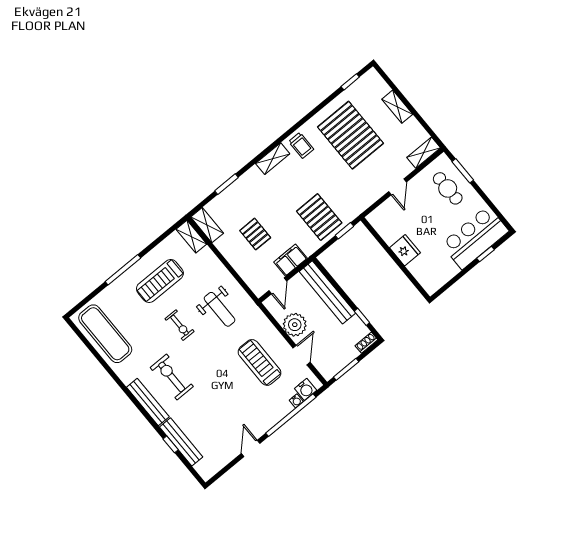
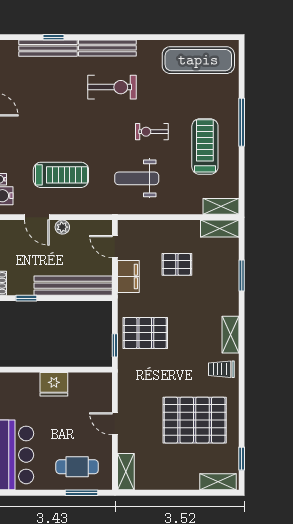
shelving: (397, 107) -> (218, 482), moved
plant: (295, 325) -> (62, 227), width x0.53, depth x0.53

